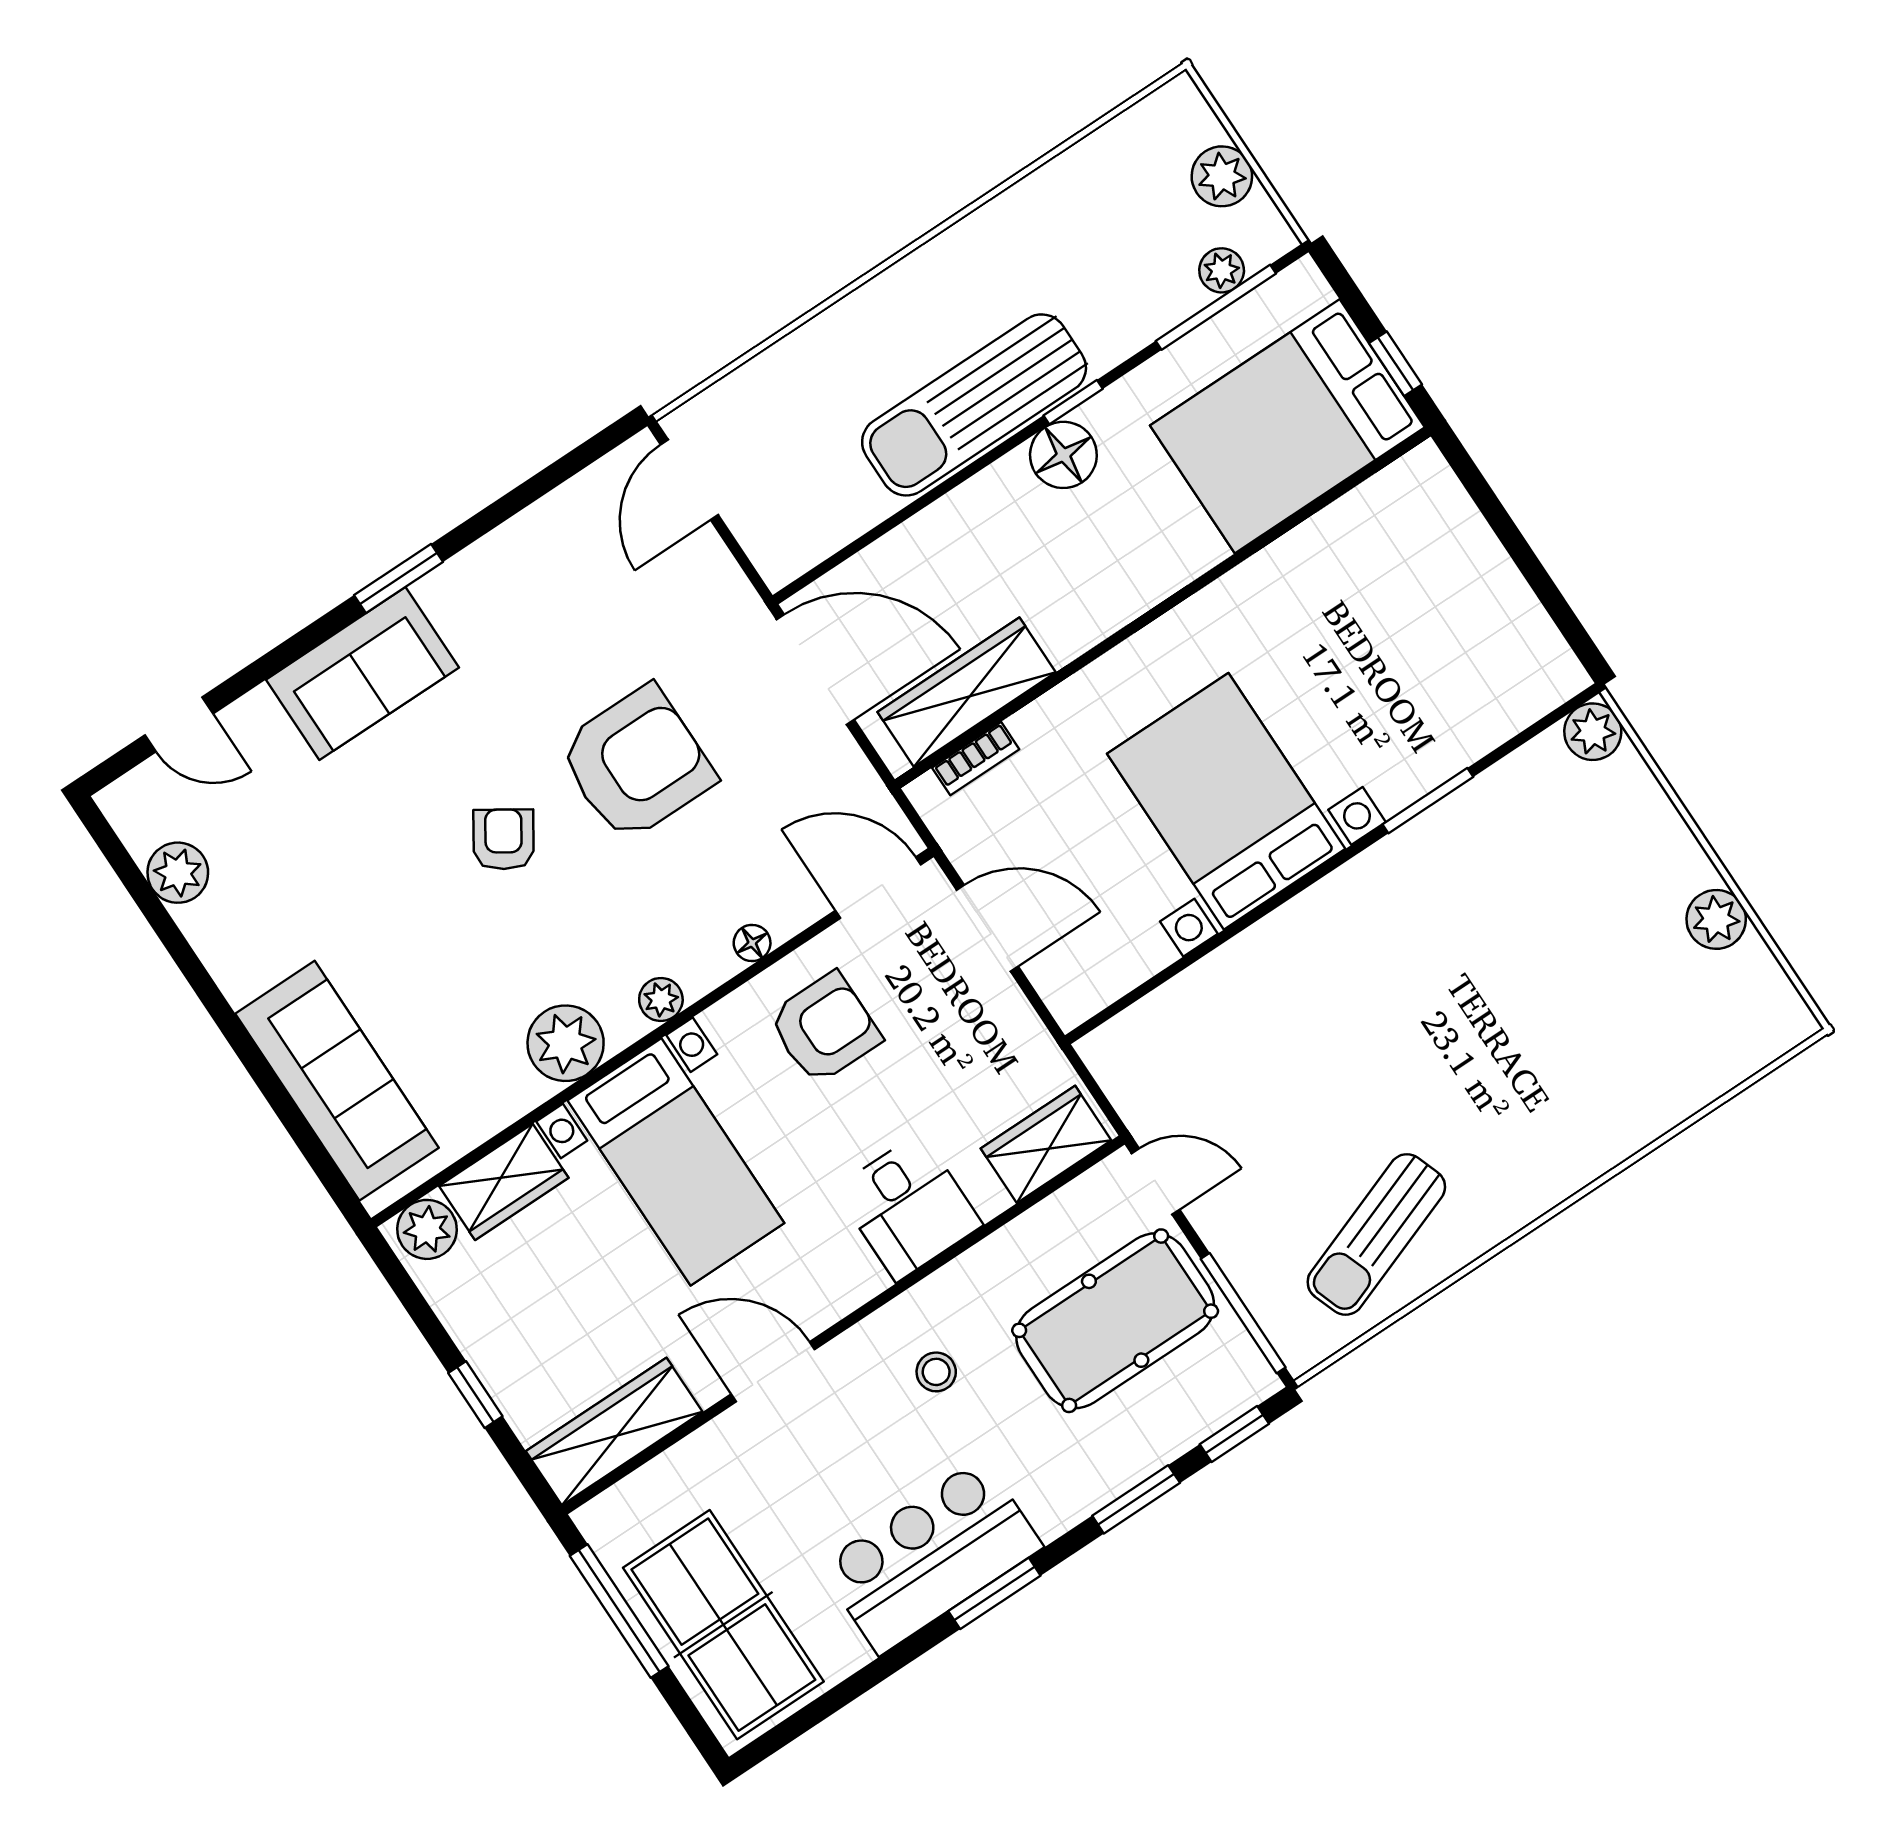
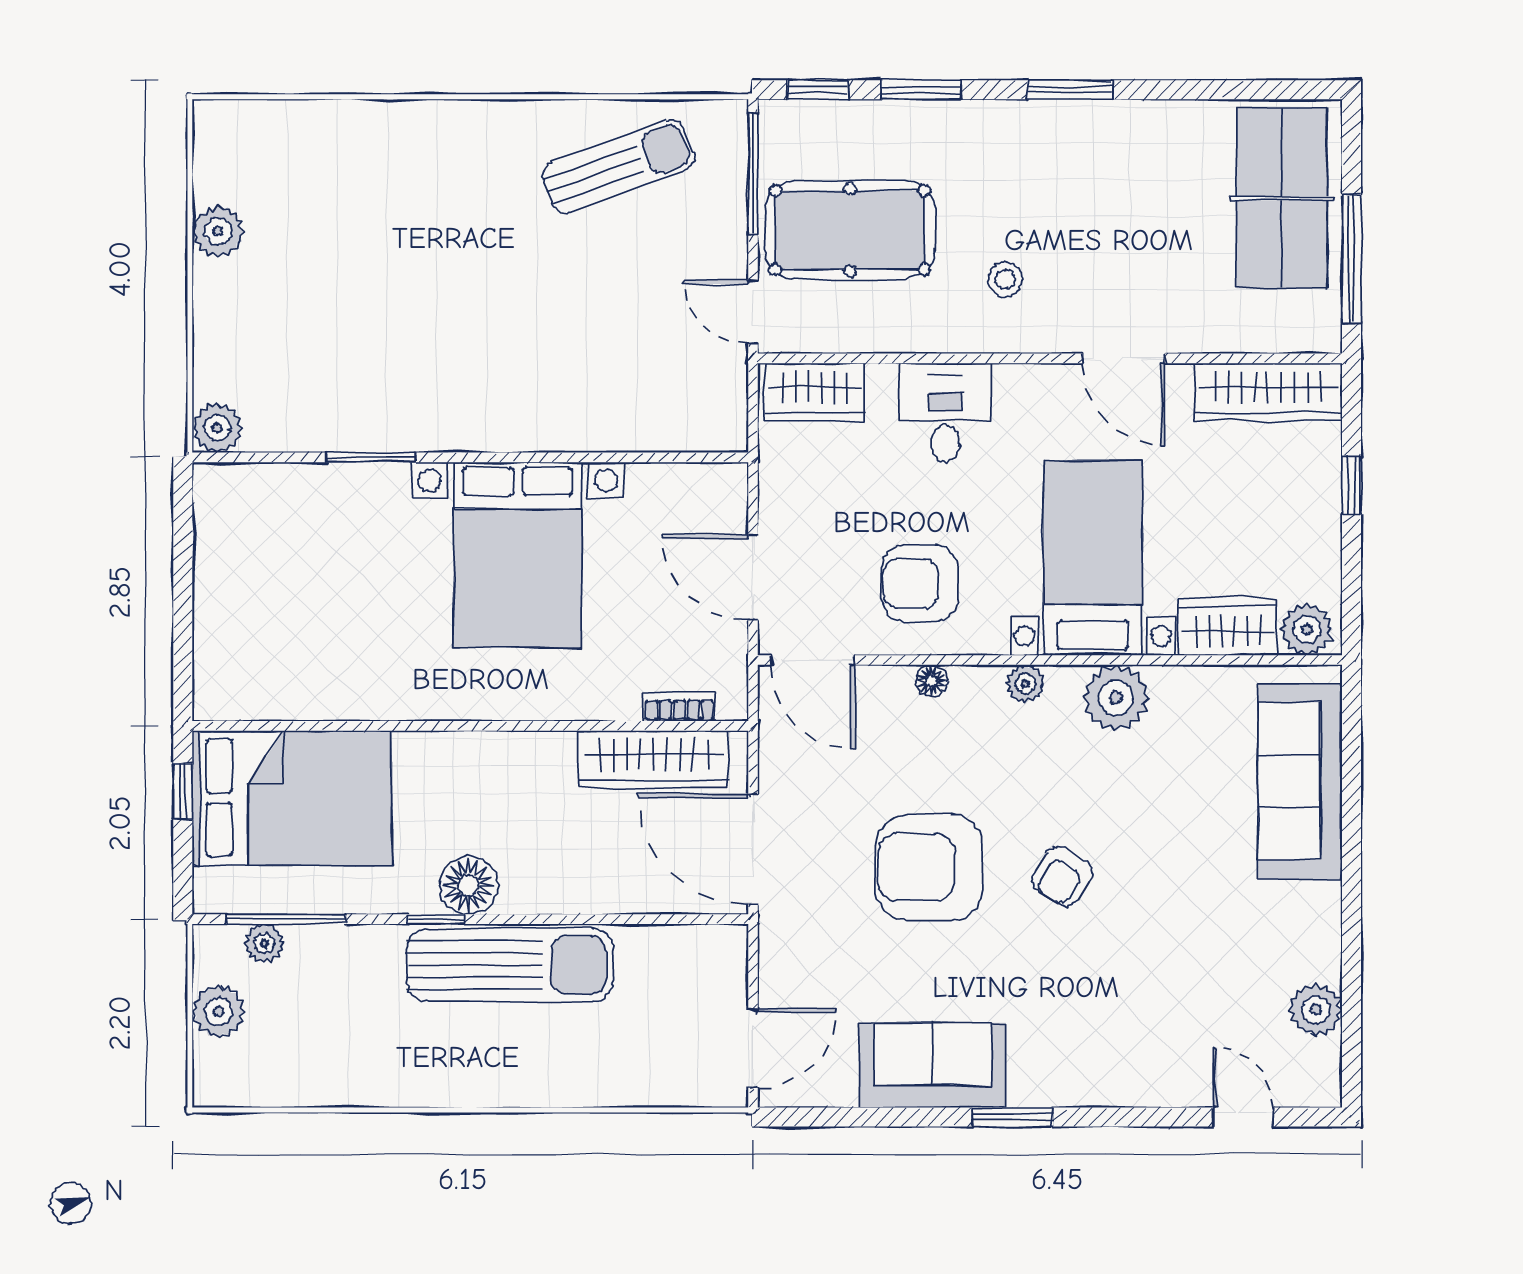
sofa: (362, 674) -> (932, 1065), moved
bar counter: (931, 1556) -> (1098, 147), removed

